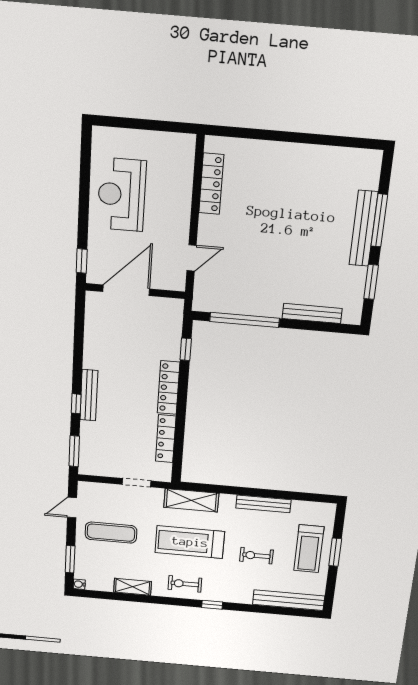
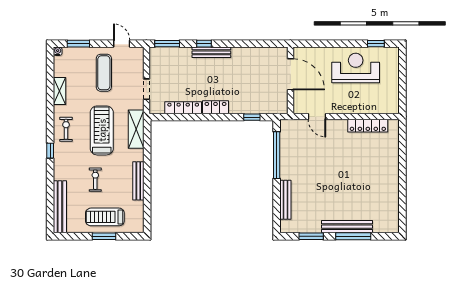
window: (82, 261) -> (376, 44), moved
locker: (169, 388) -> (215, 107), width x0.66

